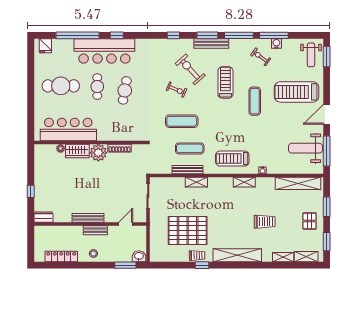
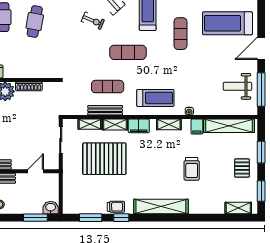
exercise mat: (182, 121) -> (128, 52), moved
weight bench: (306, 148) -> (237, 86), width x0.73, depth x0.75
treadmill: (232, 159) -> (155, 98), turned 180
filing cabinet: (218, 183) -> (139, 126), added
filing cabinet: (269, 184) -> (197, 127), added
trolley: (265, 222) -> (192, 169), turned 90
pallet: (188, 231) -> (104, 159), moved
shelving: (283, 257) -> (90, 124), moved
window: (174, 265) -> (91, 218), added

